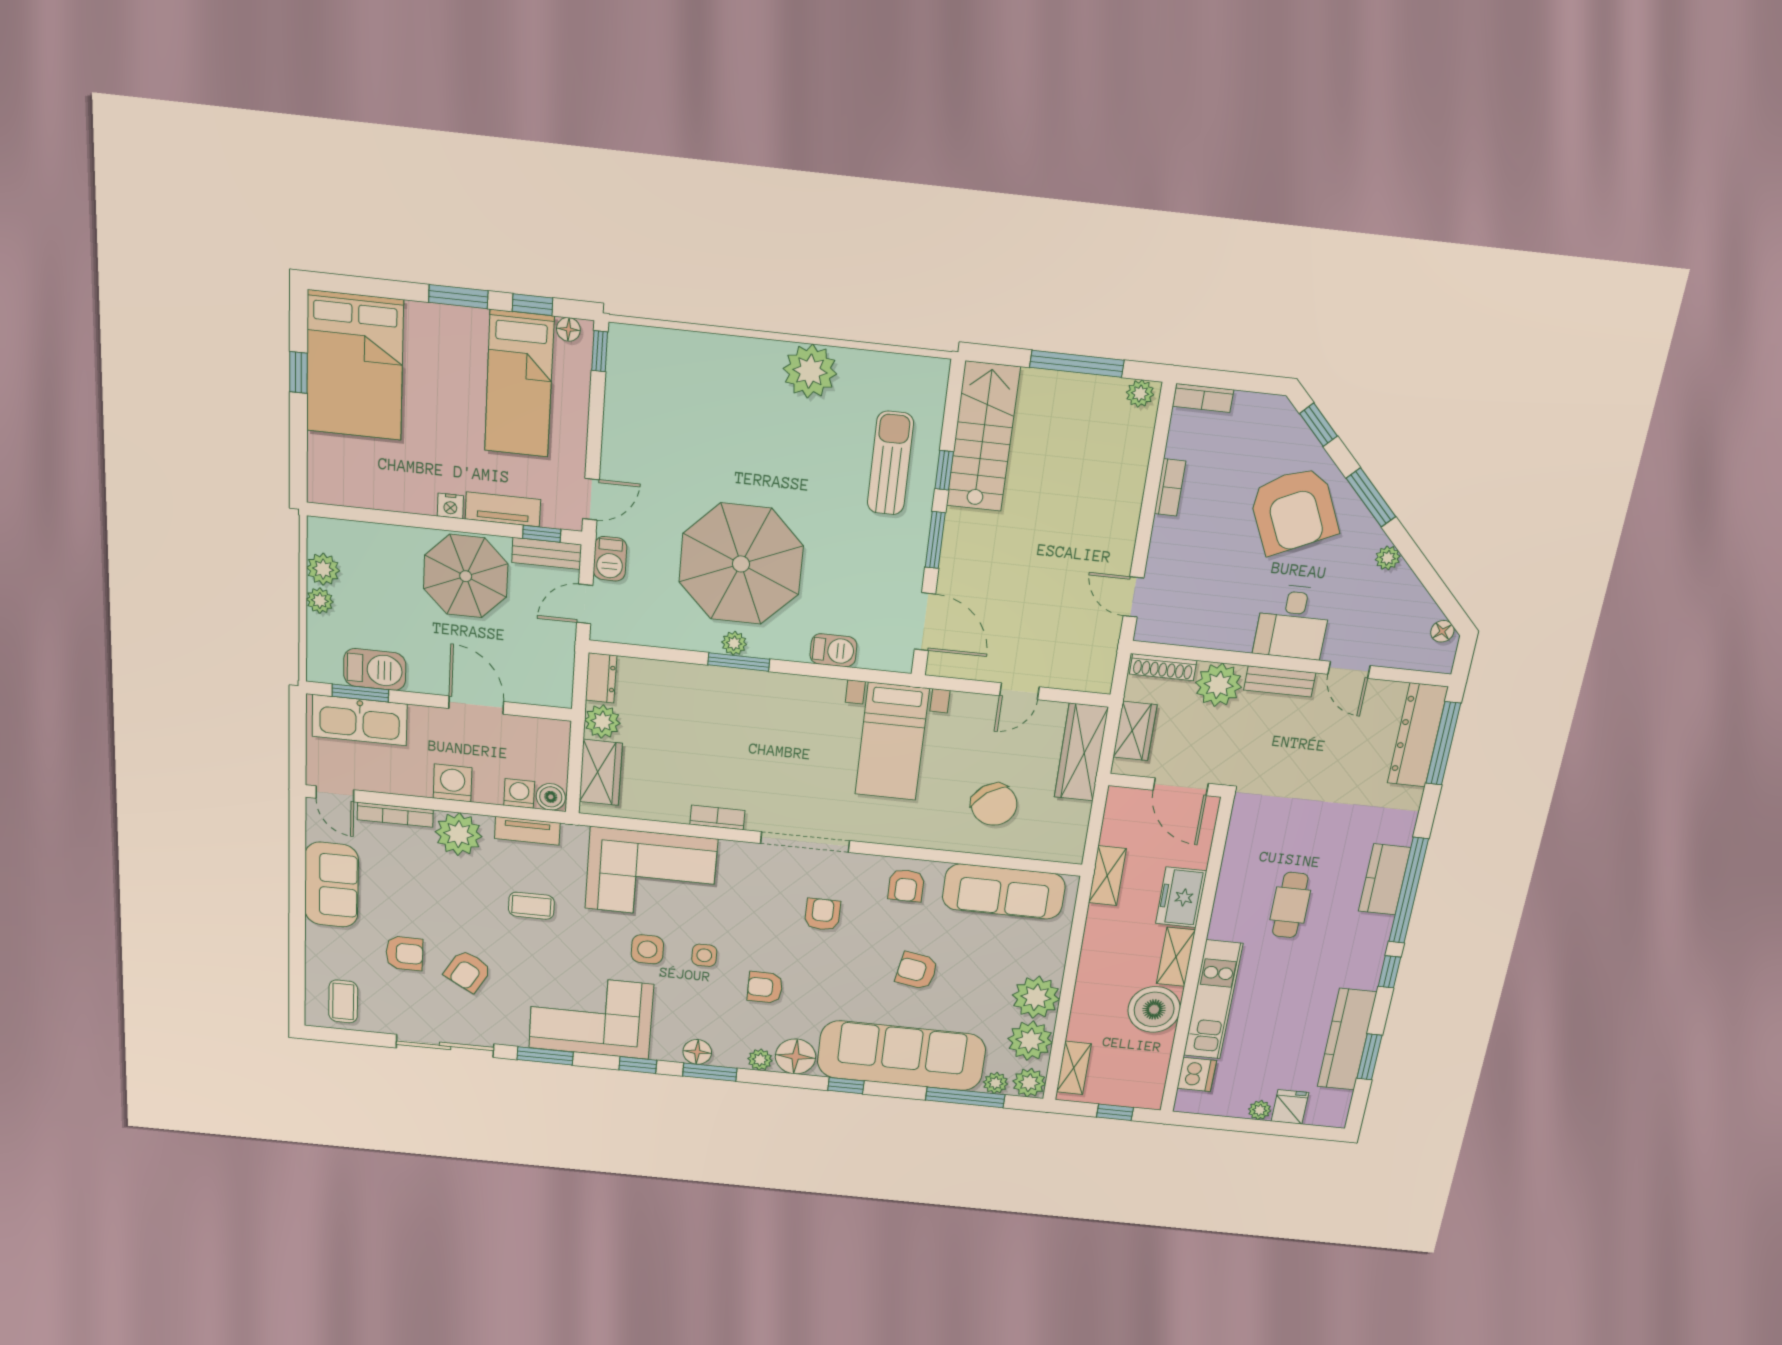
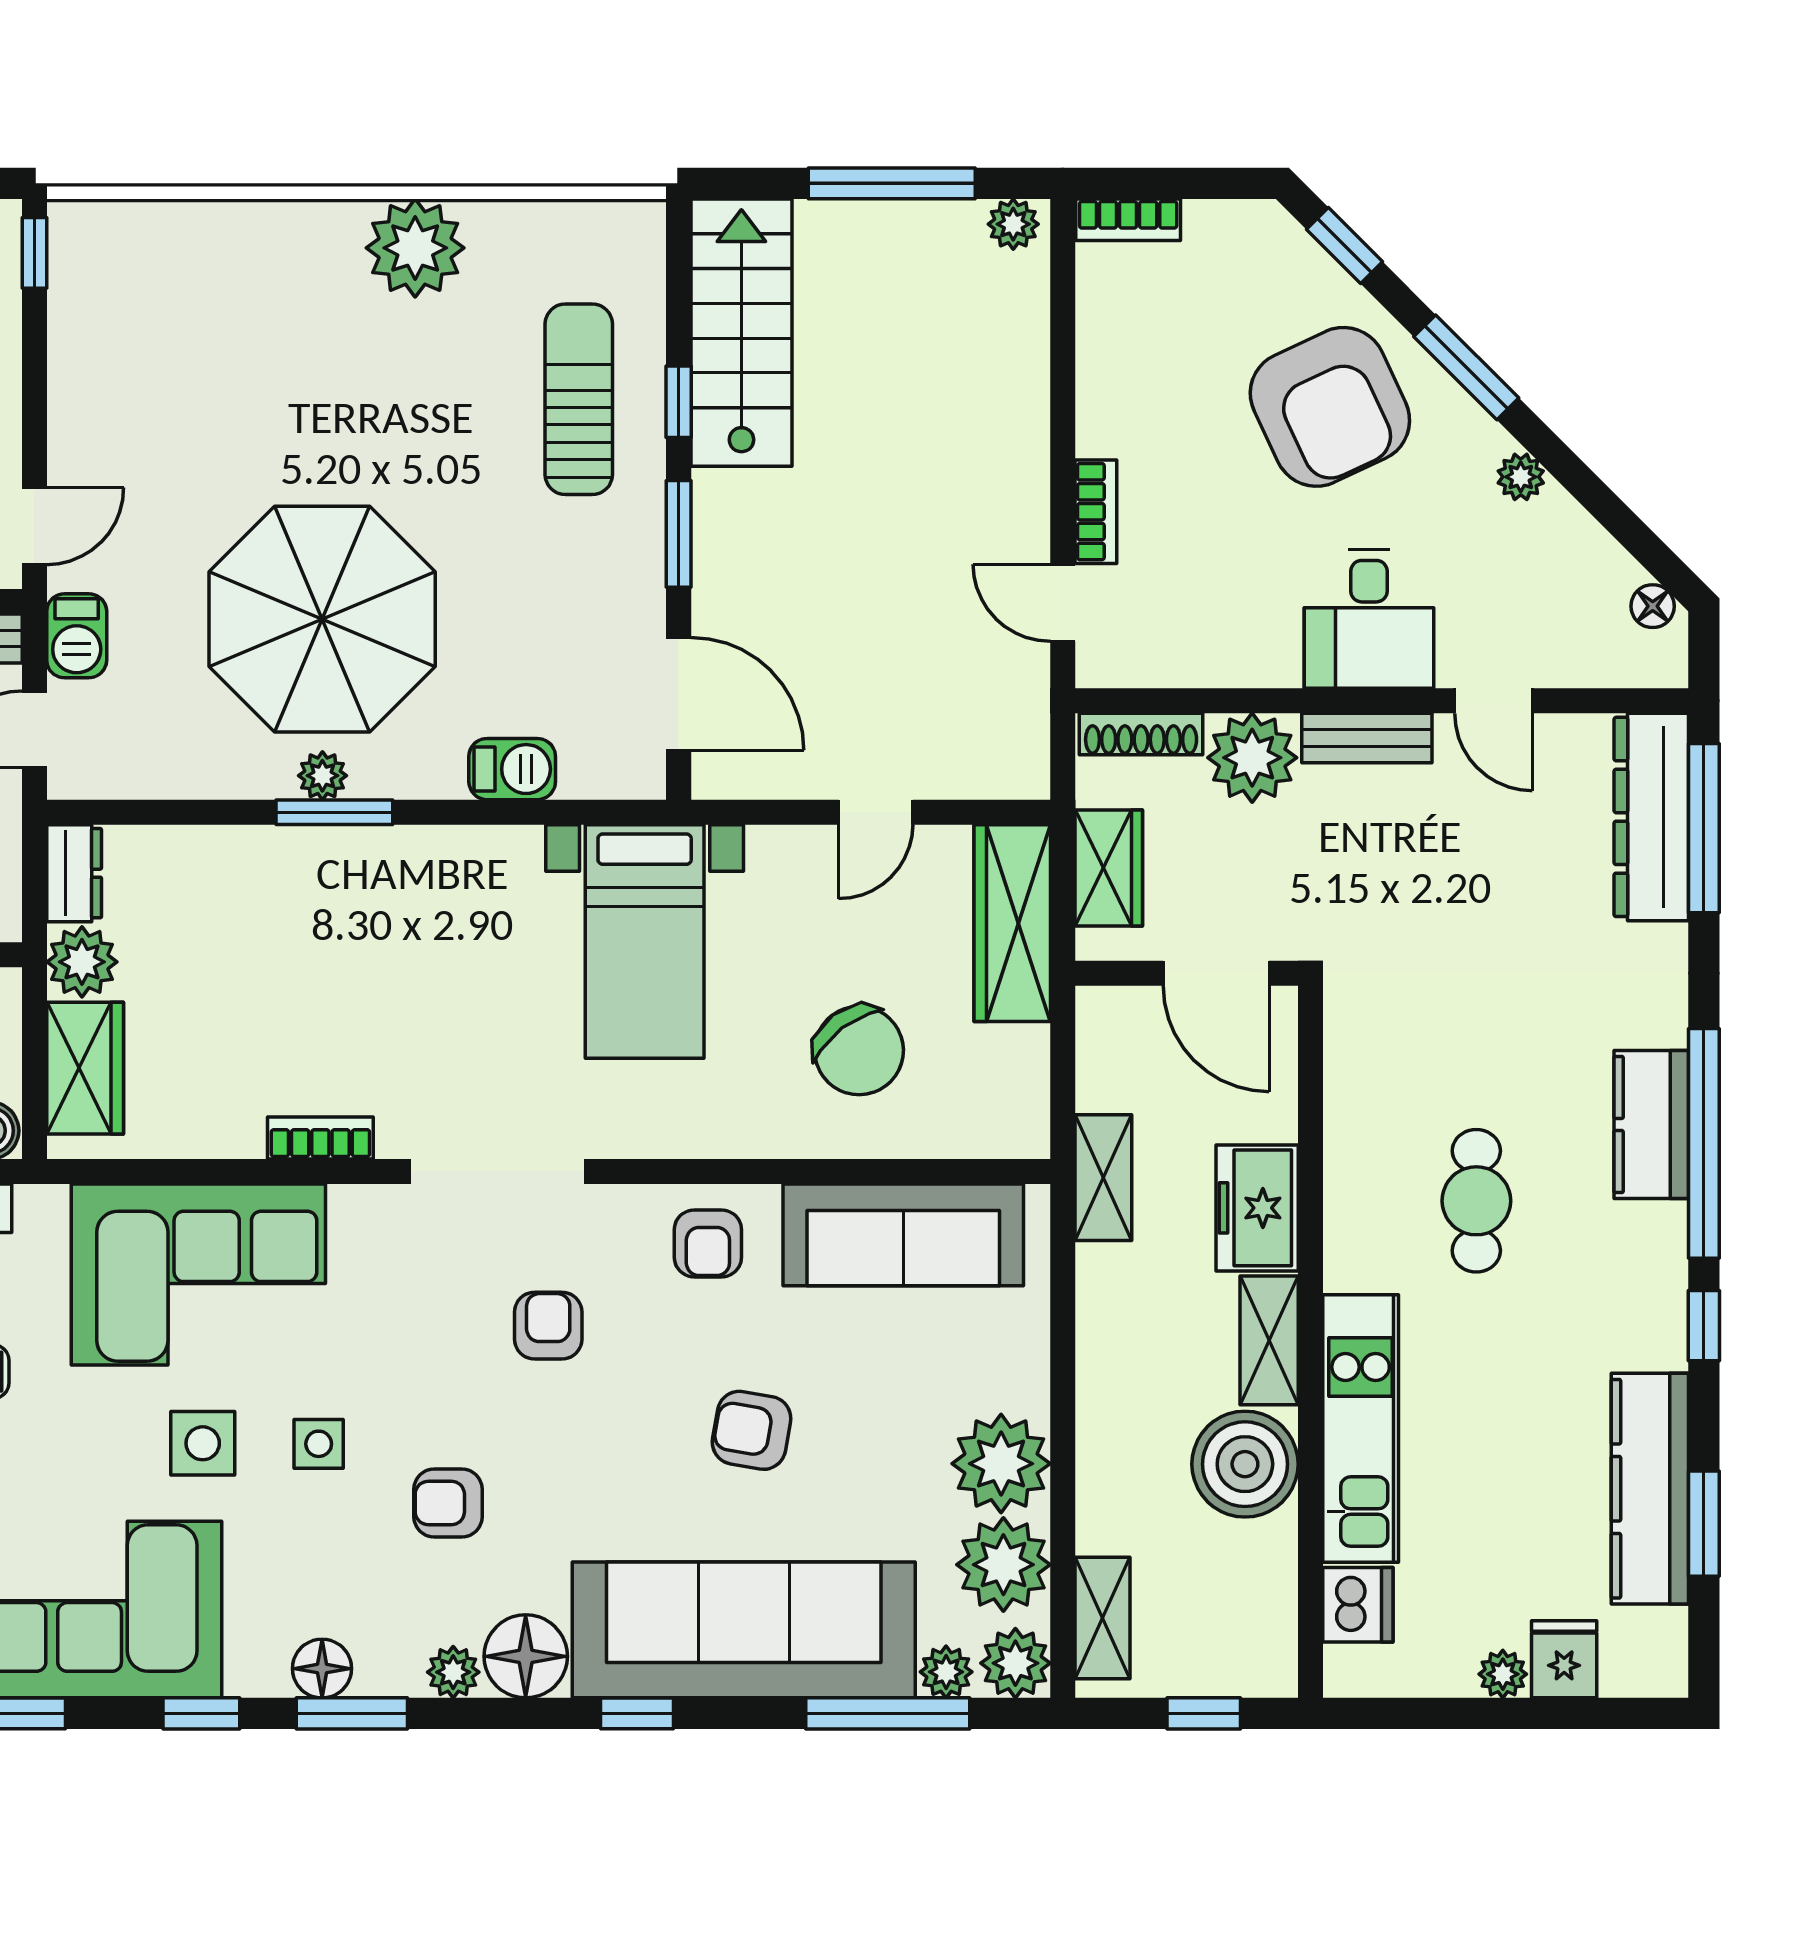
bookcase: (1170, 487) -> (1096, 512), moved

